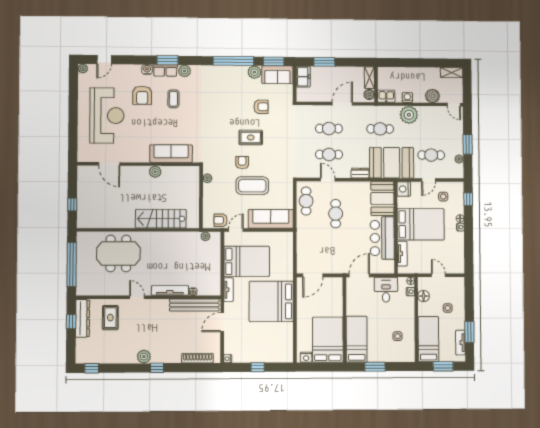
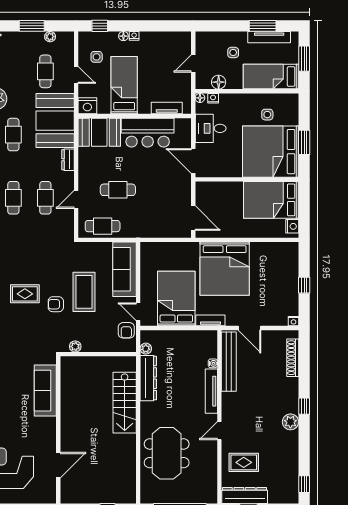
rug: (251, 137) -> (25, 294), turned 90
plant: (155, 172) -> (68, 410), removed
bed: (421, 224) -> (124, 85), width x0.67
dresser: (181, 238) -> (148, 378), added
bed: (357, 339) -> (271, 152), width x2.04
tv unit: (460, 343) -> (269, 37), width x1.41

